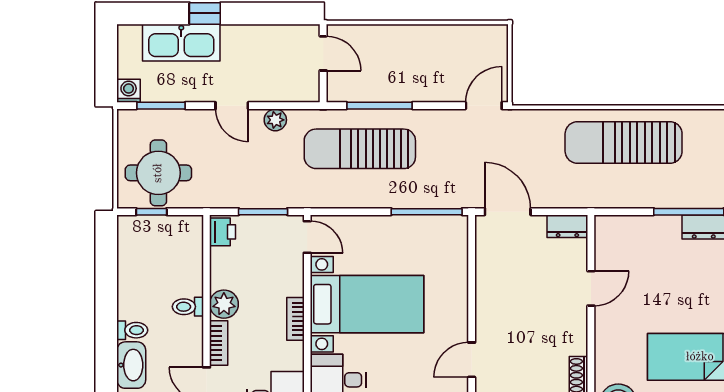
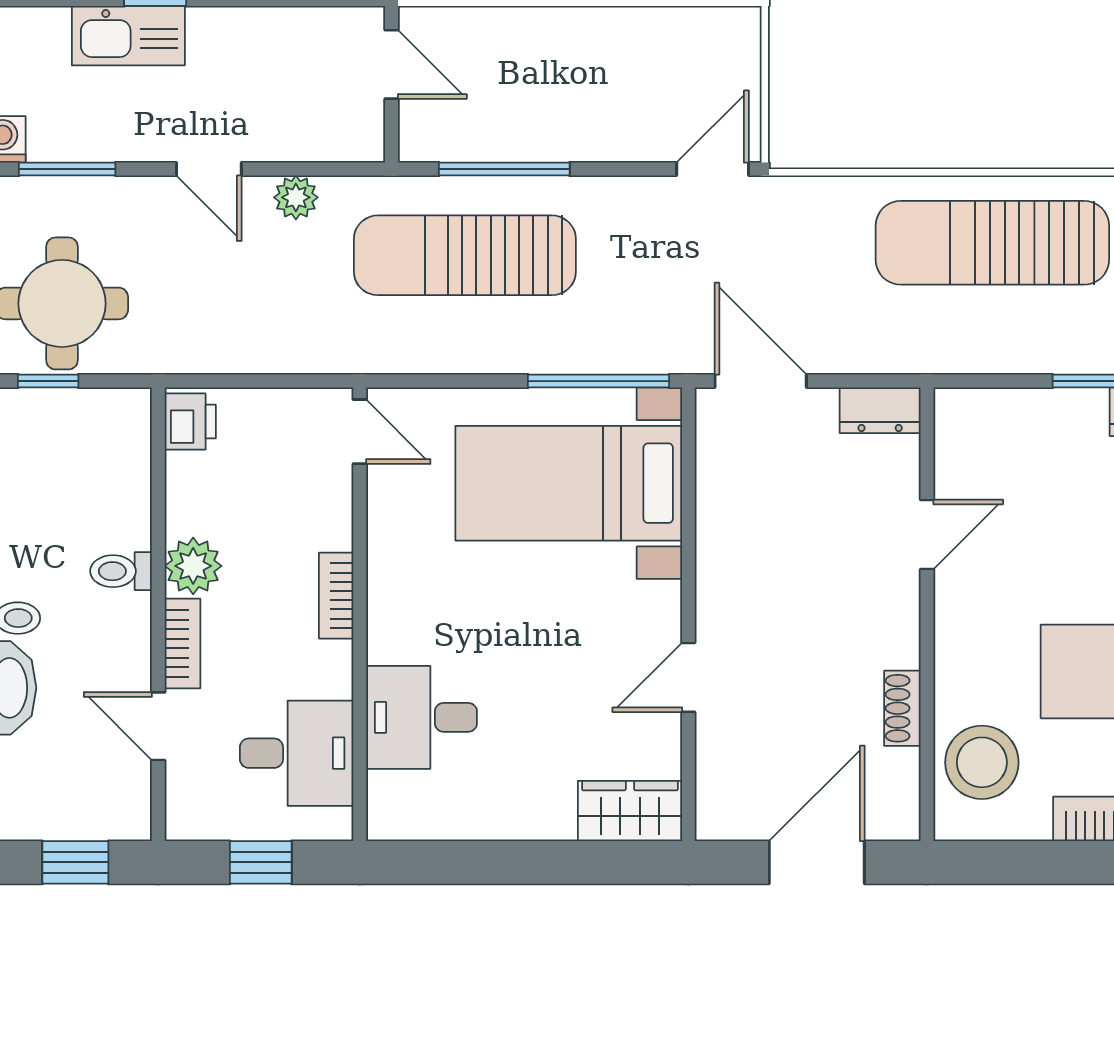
kitchen sink: (181, 43) -> (128, 36), width x0.73, depth x0.81
window: (263, 212) -> (271, 381), removed
bed with nightstands: (367, 304) -> (569, 483), moved, turned 180

